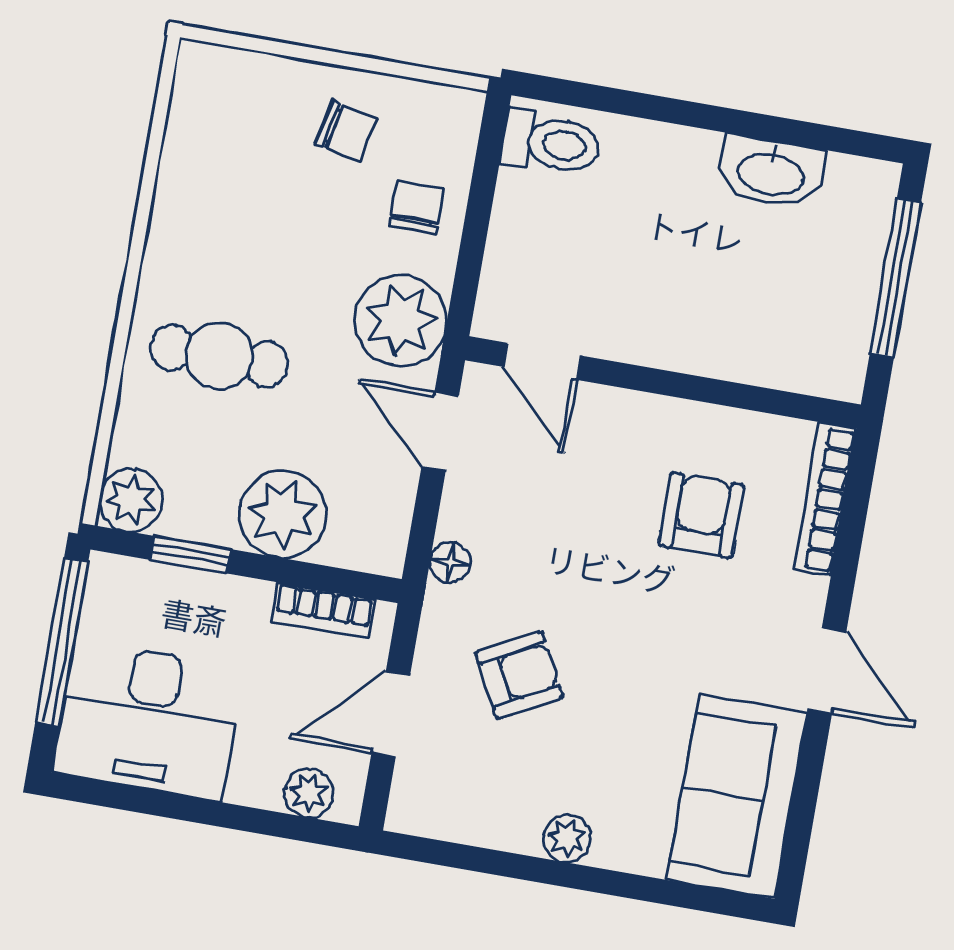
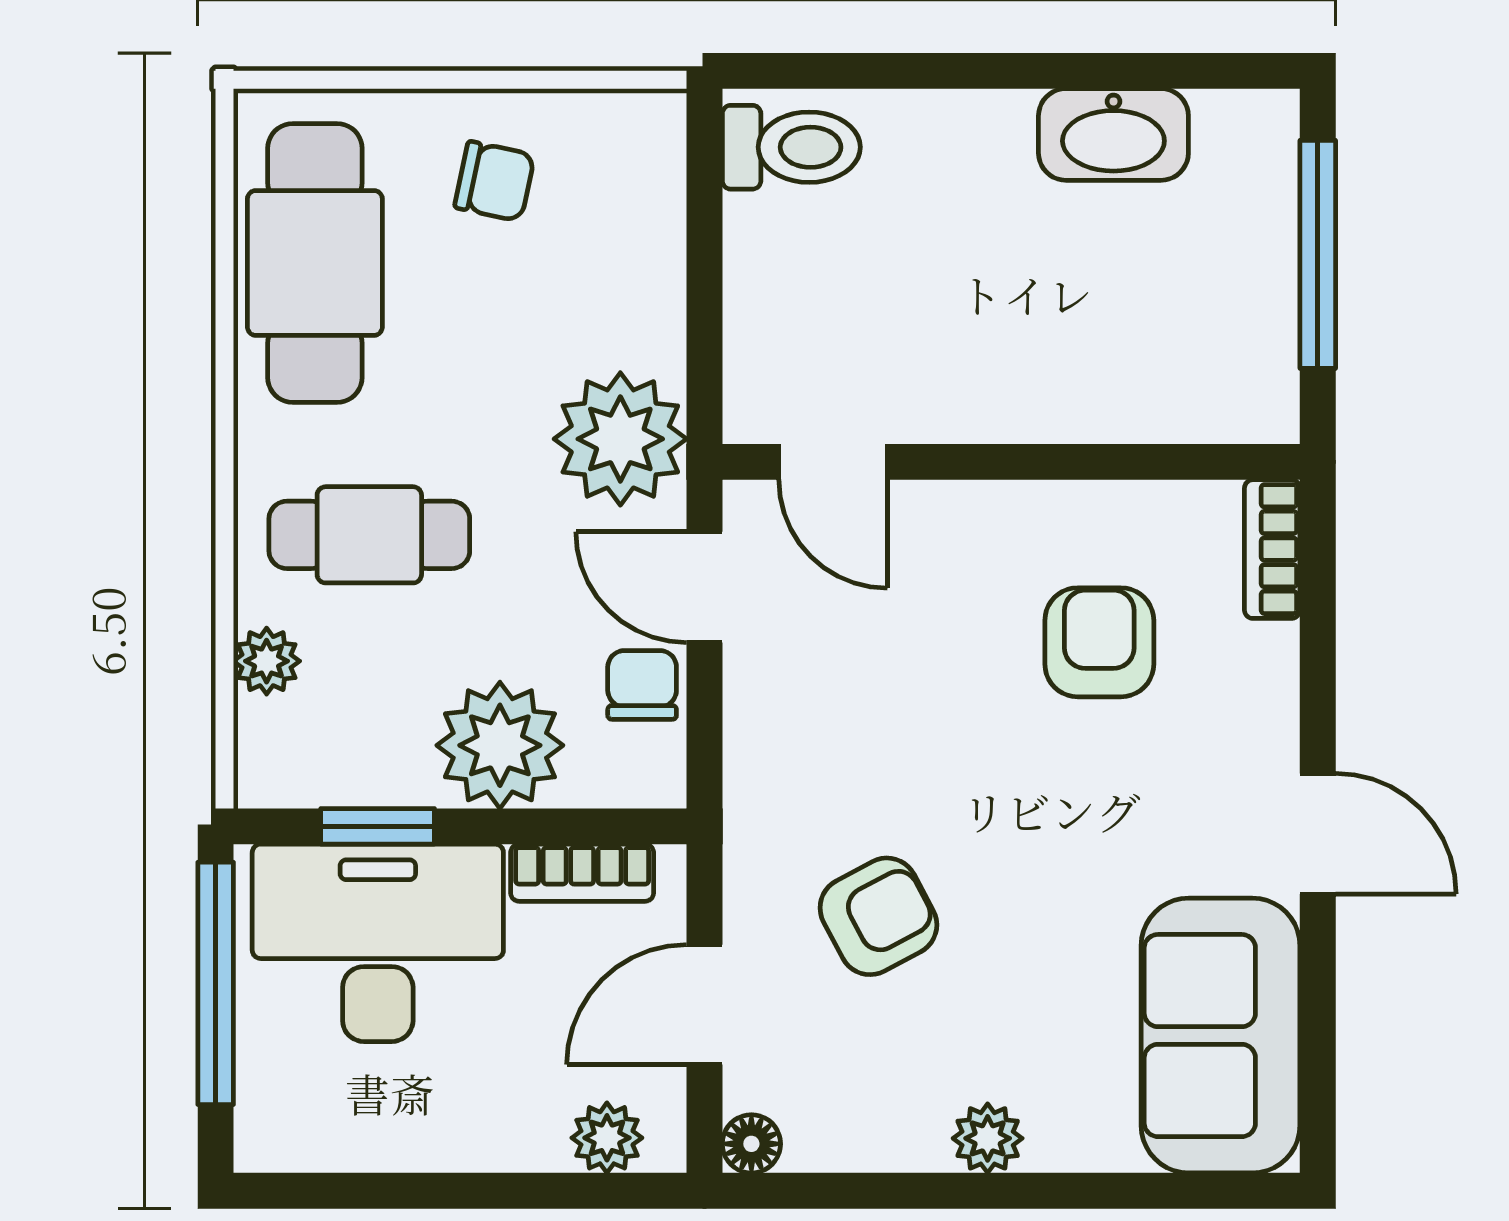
cafe table: (214, 165) -> (315, 263), added
chair: (417, 207) -> (642, 685), moved
bookcase: (825, 499) -> (1272, 549), width x0.64
plant: (131, 500) -> (267, 661), moved, width x0.73, depth x0.73
floor lamp: (450, 562) -> (751, 1144), moved
desk: (148, 720) -> (378, 943), moved, turned 180

